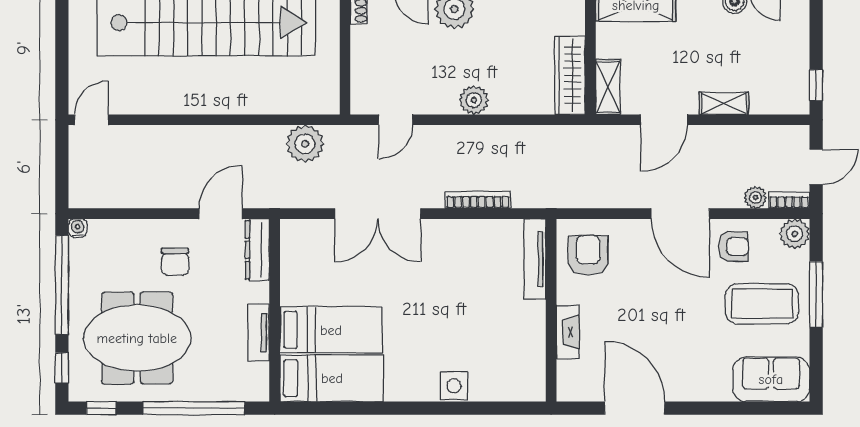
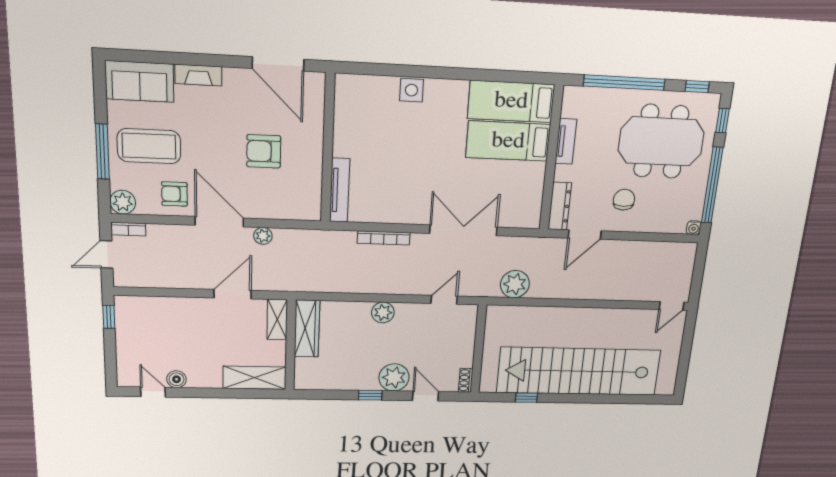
shelving: (724, 103) -> (184, 305), removed
plant: (755, 197) -> (263, 236), moved
armchair: (588, 255) -> (264, 151), moved, turned 90
fireplace: (568, 332) -> (198, 75), moved, turned -90
door: (635, 408) -> (278, 64), moved

